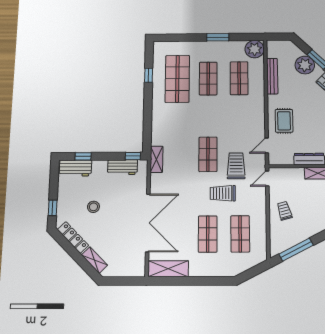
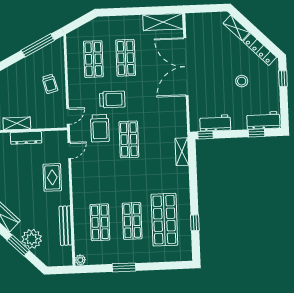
plant: (255, 49) -> (80, 260), width x0.53, depth x0.53
shelving: (157, 159) -> (182, 152), moved

